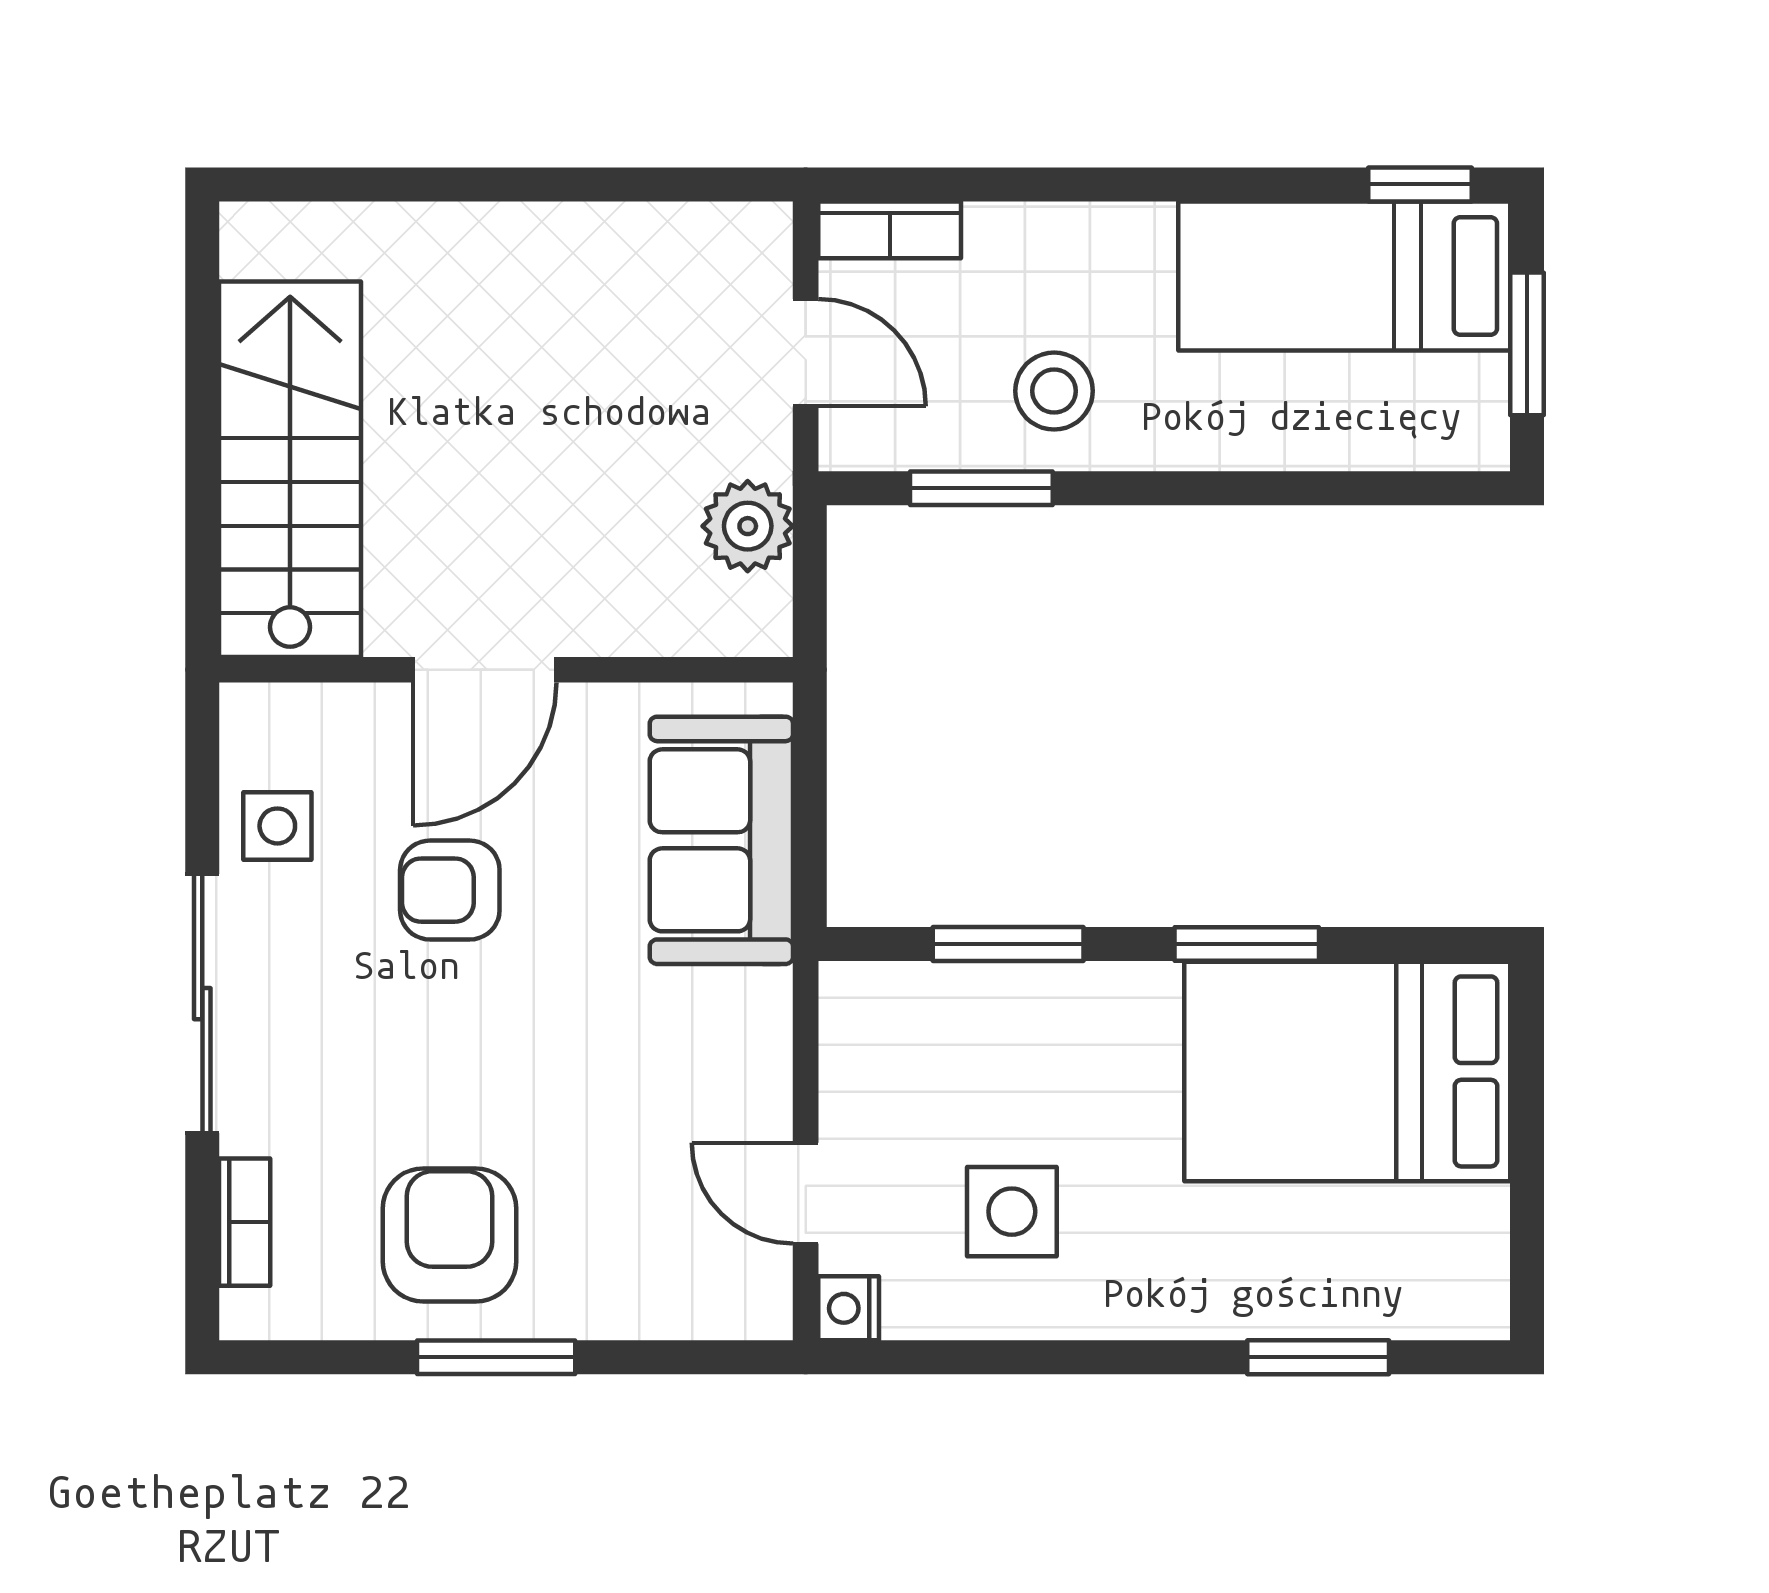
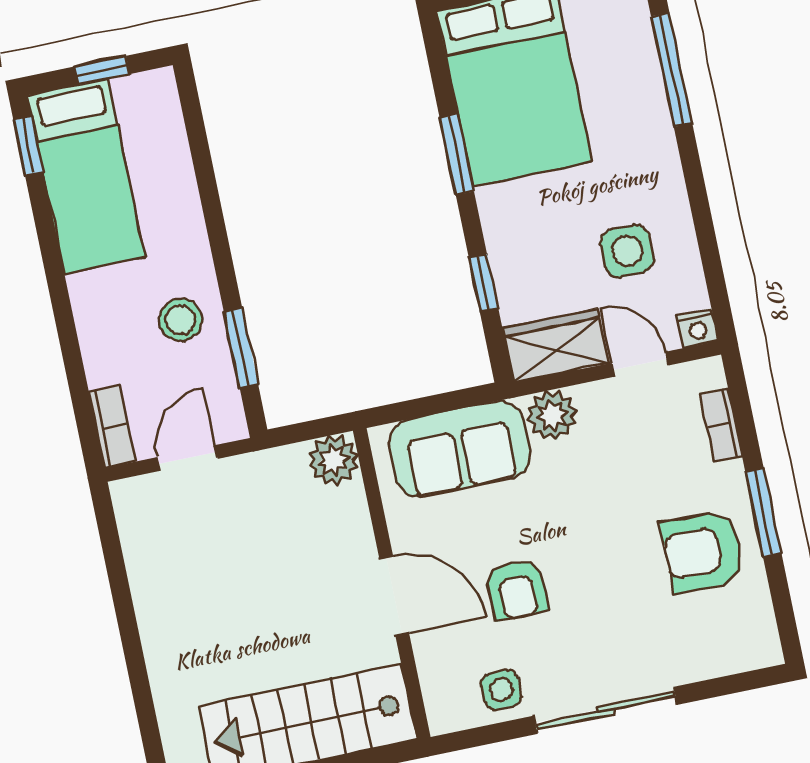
window: (1527, 344) -> (102, 70), width x0.67
plant: (748, 526) -> (334, 460), moved
window: (1008, 944) -> (483, 283), width x0.67
plant: (747, 1017) -> (552, 415), added
wardrobe: (869, 1049) -> (556, 346), added
door: (806, 1193) -> (640, 364), swing flipped
bookcase: (245, 1222) -> (721, 425), moved, turned -90
window: (1318, 1357) -> (672, 70), width x1.44

